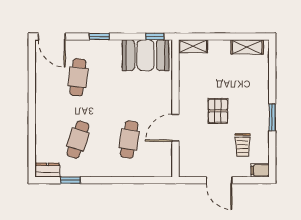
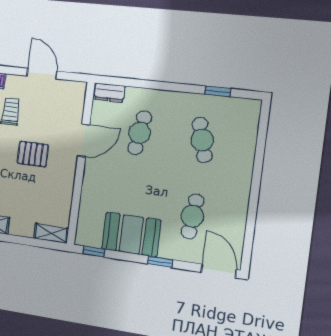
booth: (146, 55) -> (131, 235), moved
pallet: (218, 111) -> (33, 154), turned 90
cafe table: (78, 140) -> (202, 140), turned -33
dresser: (47, 170) -> (110, 93), moved

